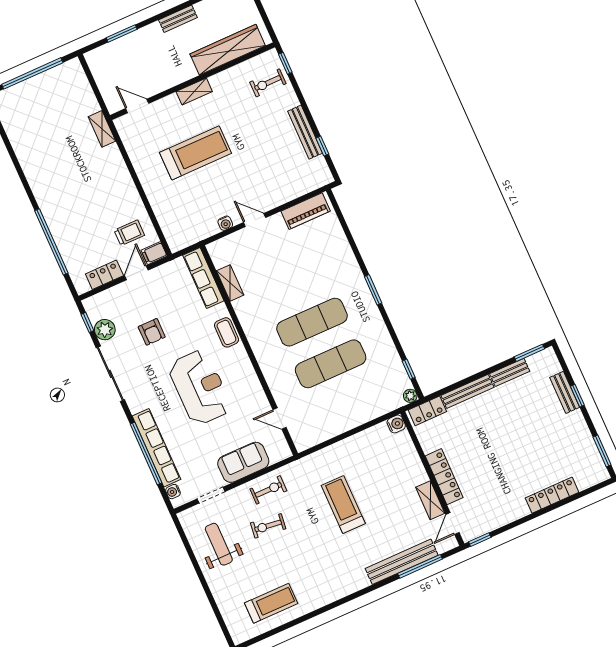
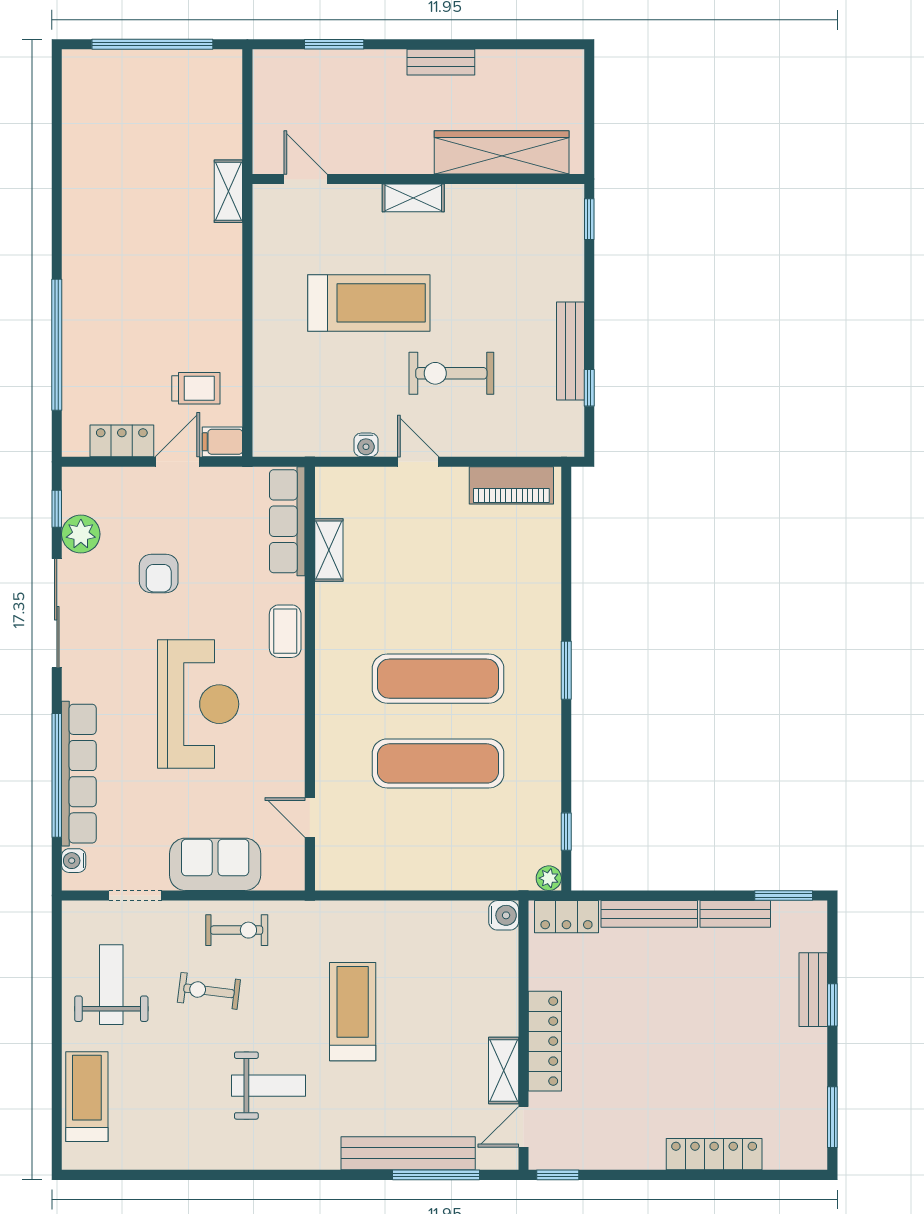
exercise bike: (268, 83) -> (451, 373), moved, width x1.38, depth x1.39
weight bench: (318, 559) -> (269, 1086), added
treadmill: (271, 603) -> (87, 1097), moved, turned -90

